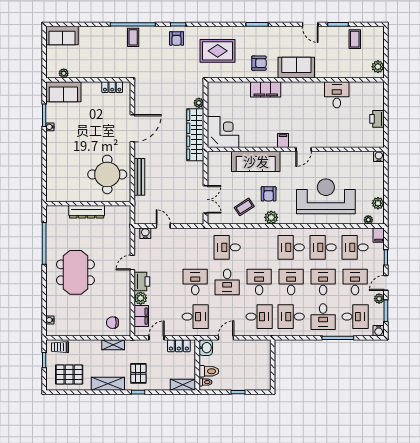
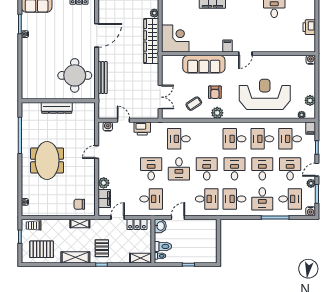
printer: (142, 281) -> (142, 128), moved, turned 90

